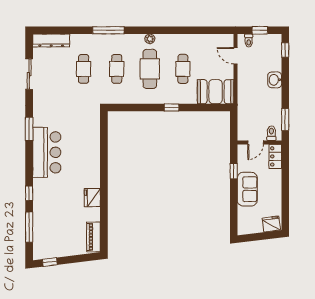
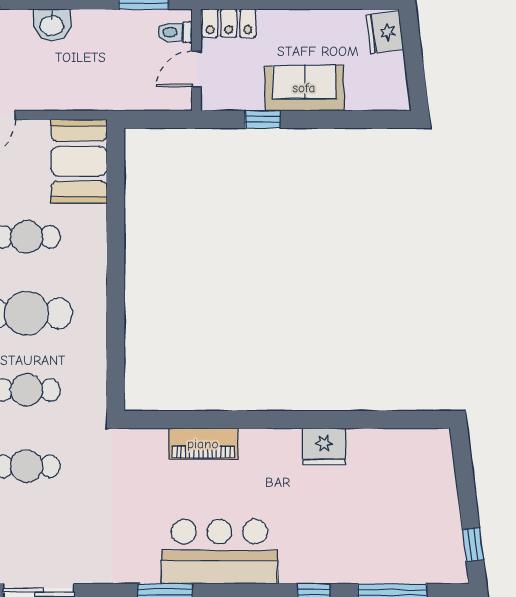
window: (171, 108) -> (116, 263), removed
door: (256, 142) -> (196, 69), swing flipped
piano: (93, 237) -> (203, 444), moved

